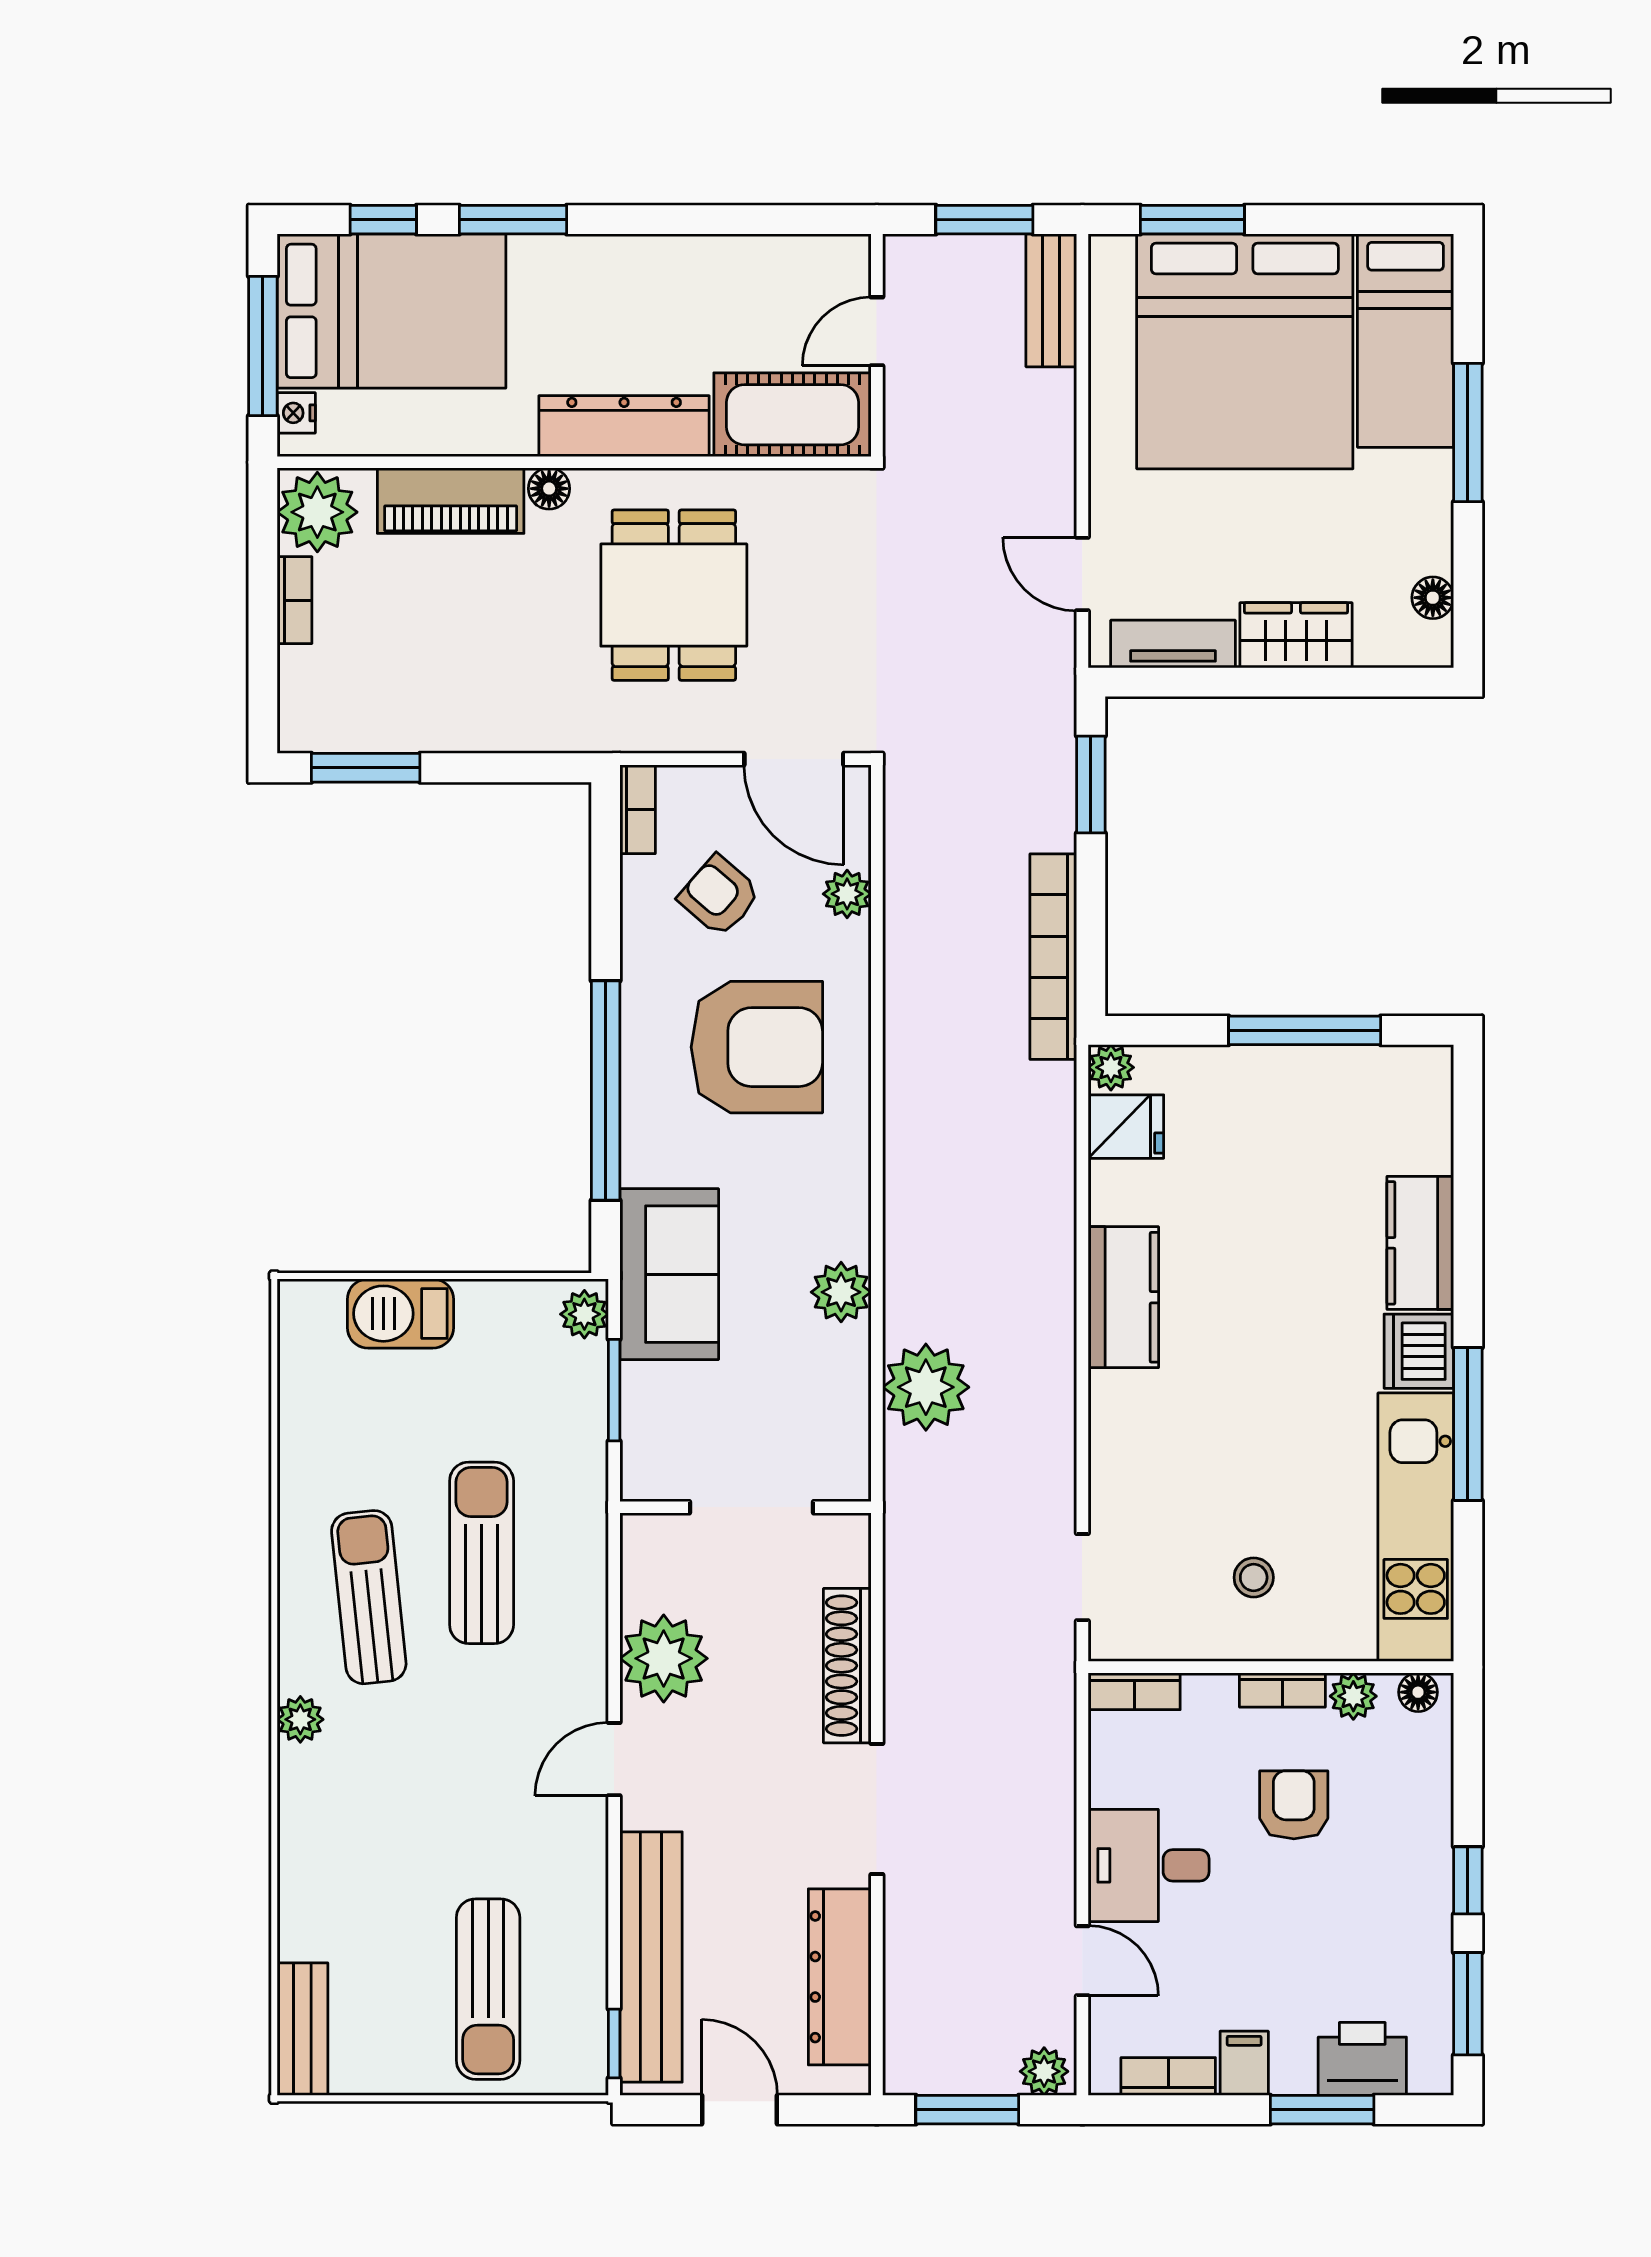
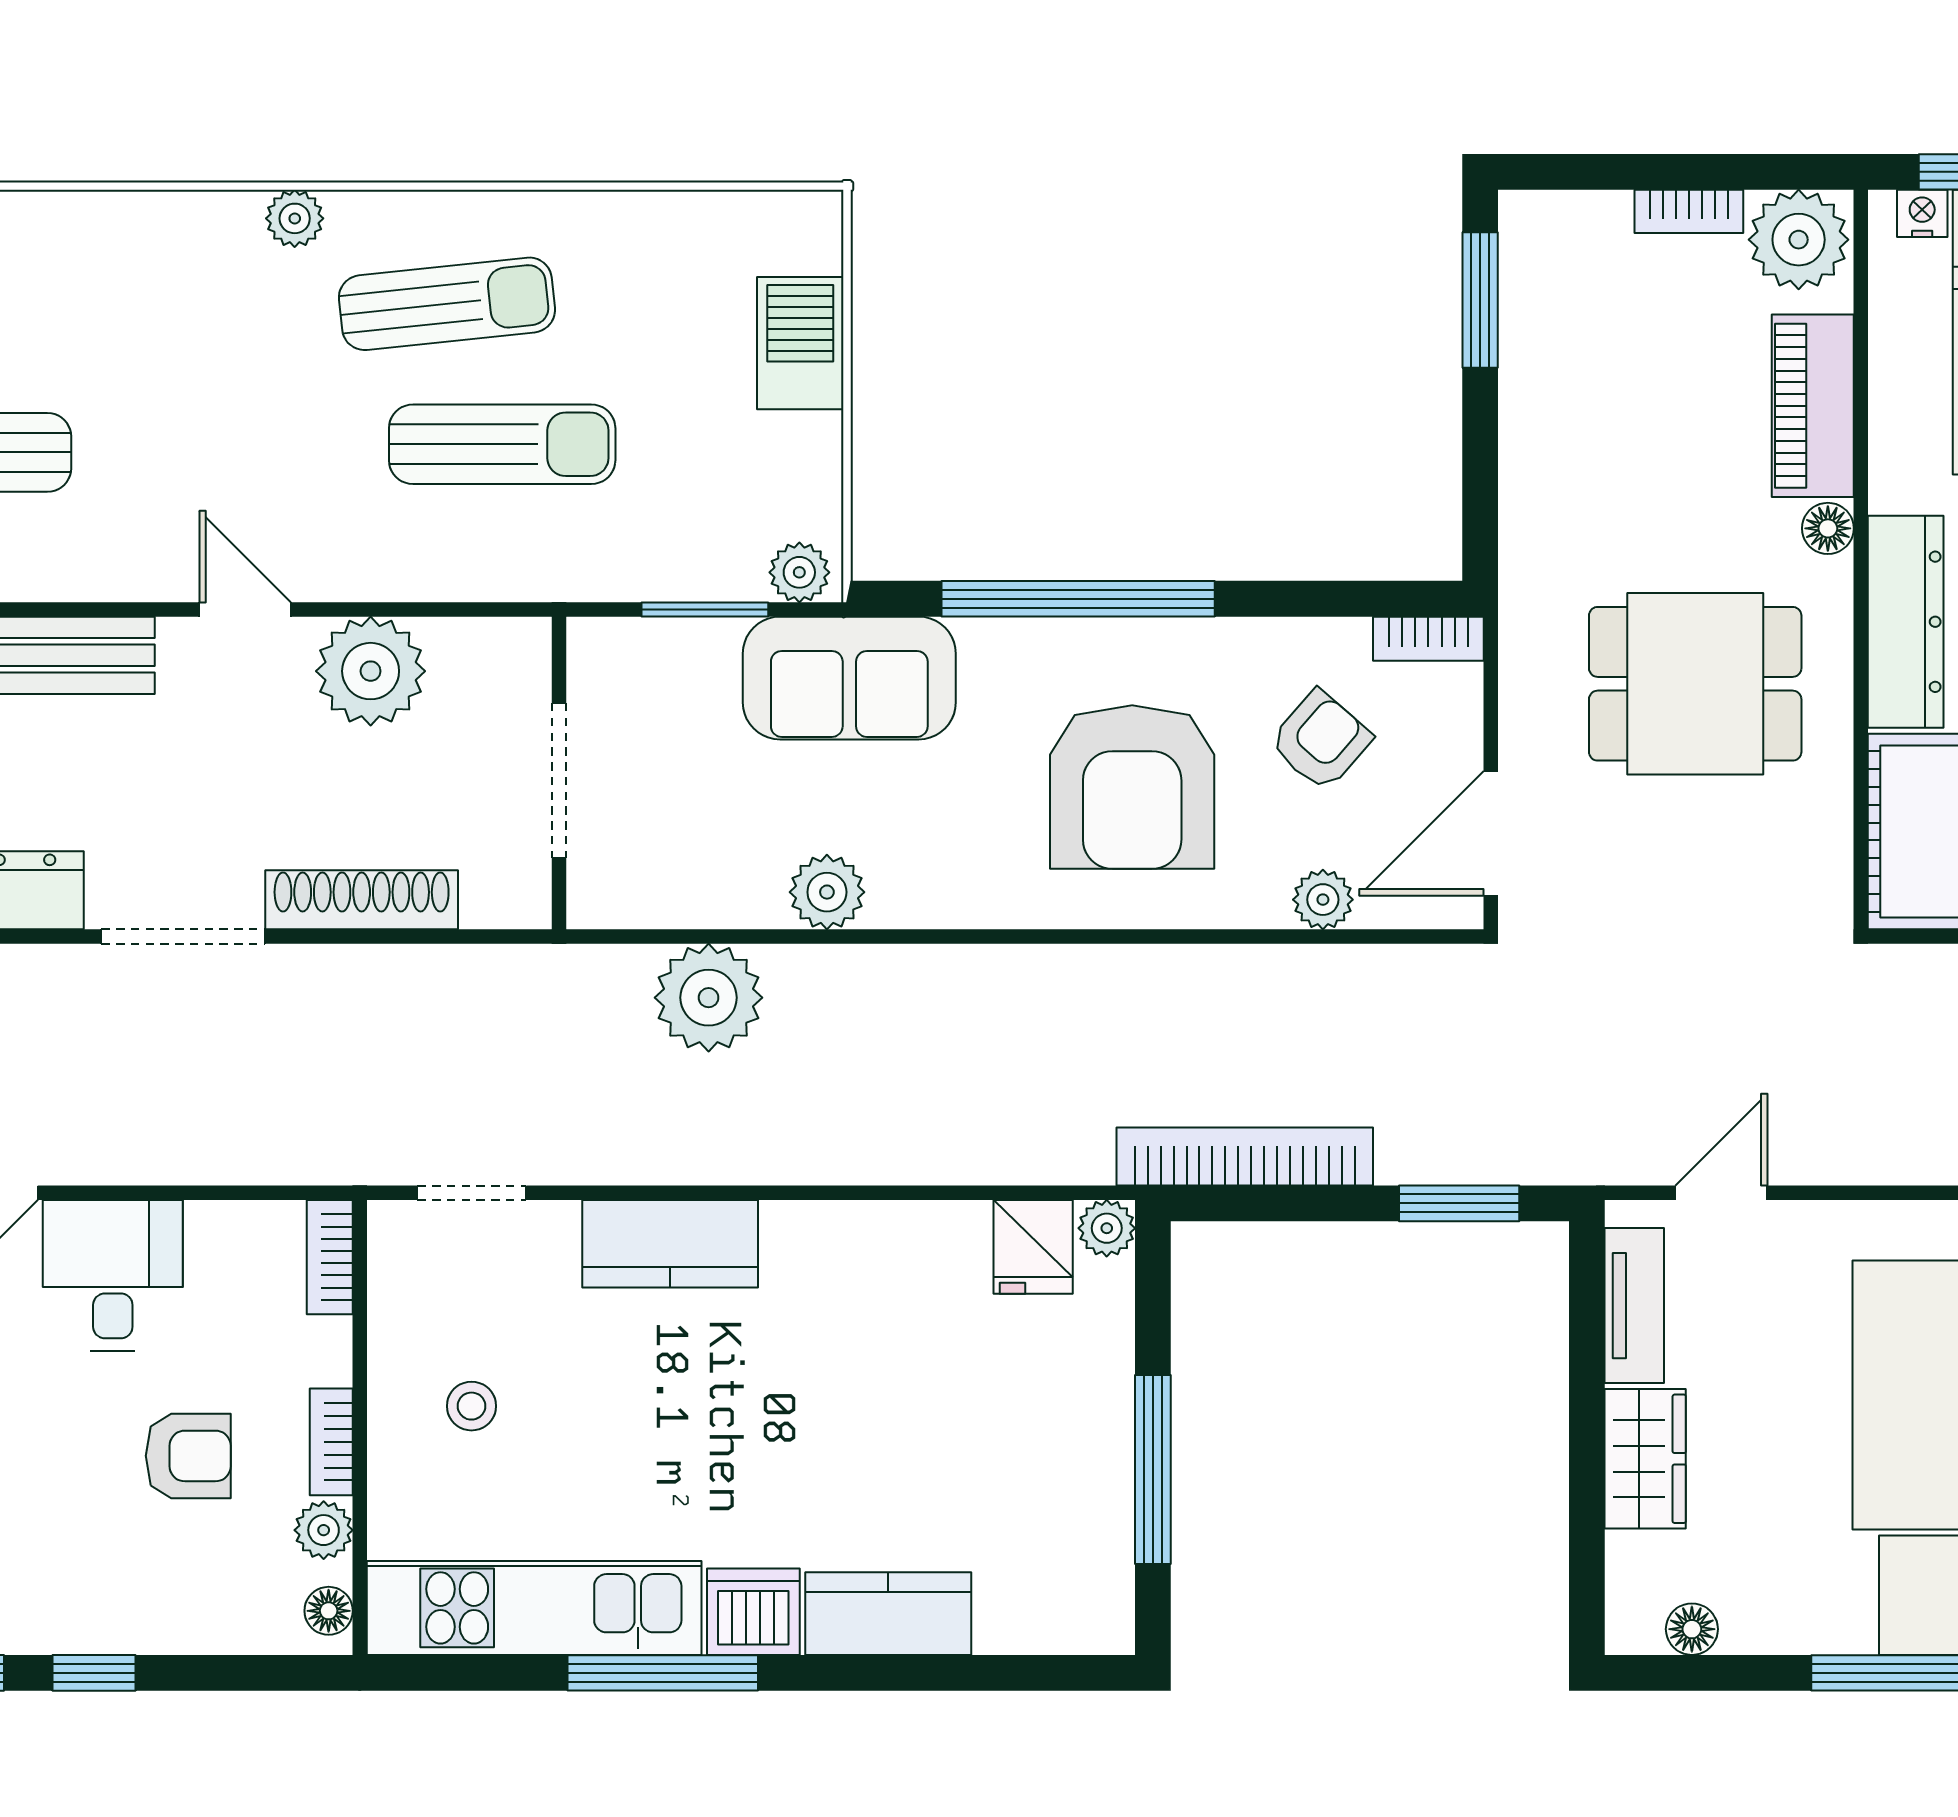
kitchen counter: (1123, 1297) -> (670, 1244), moved

